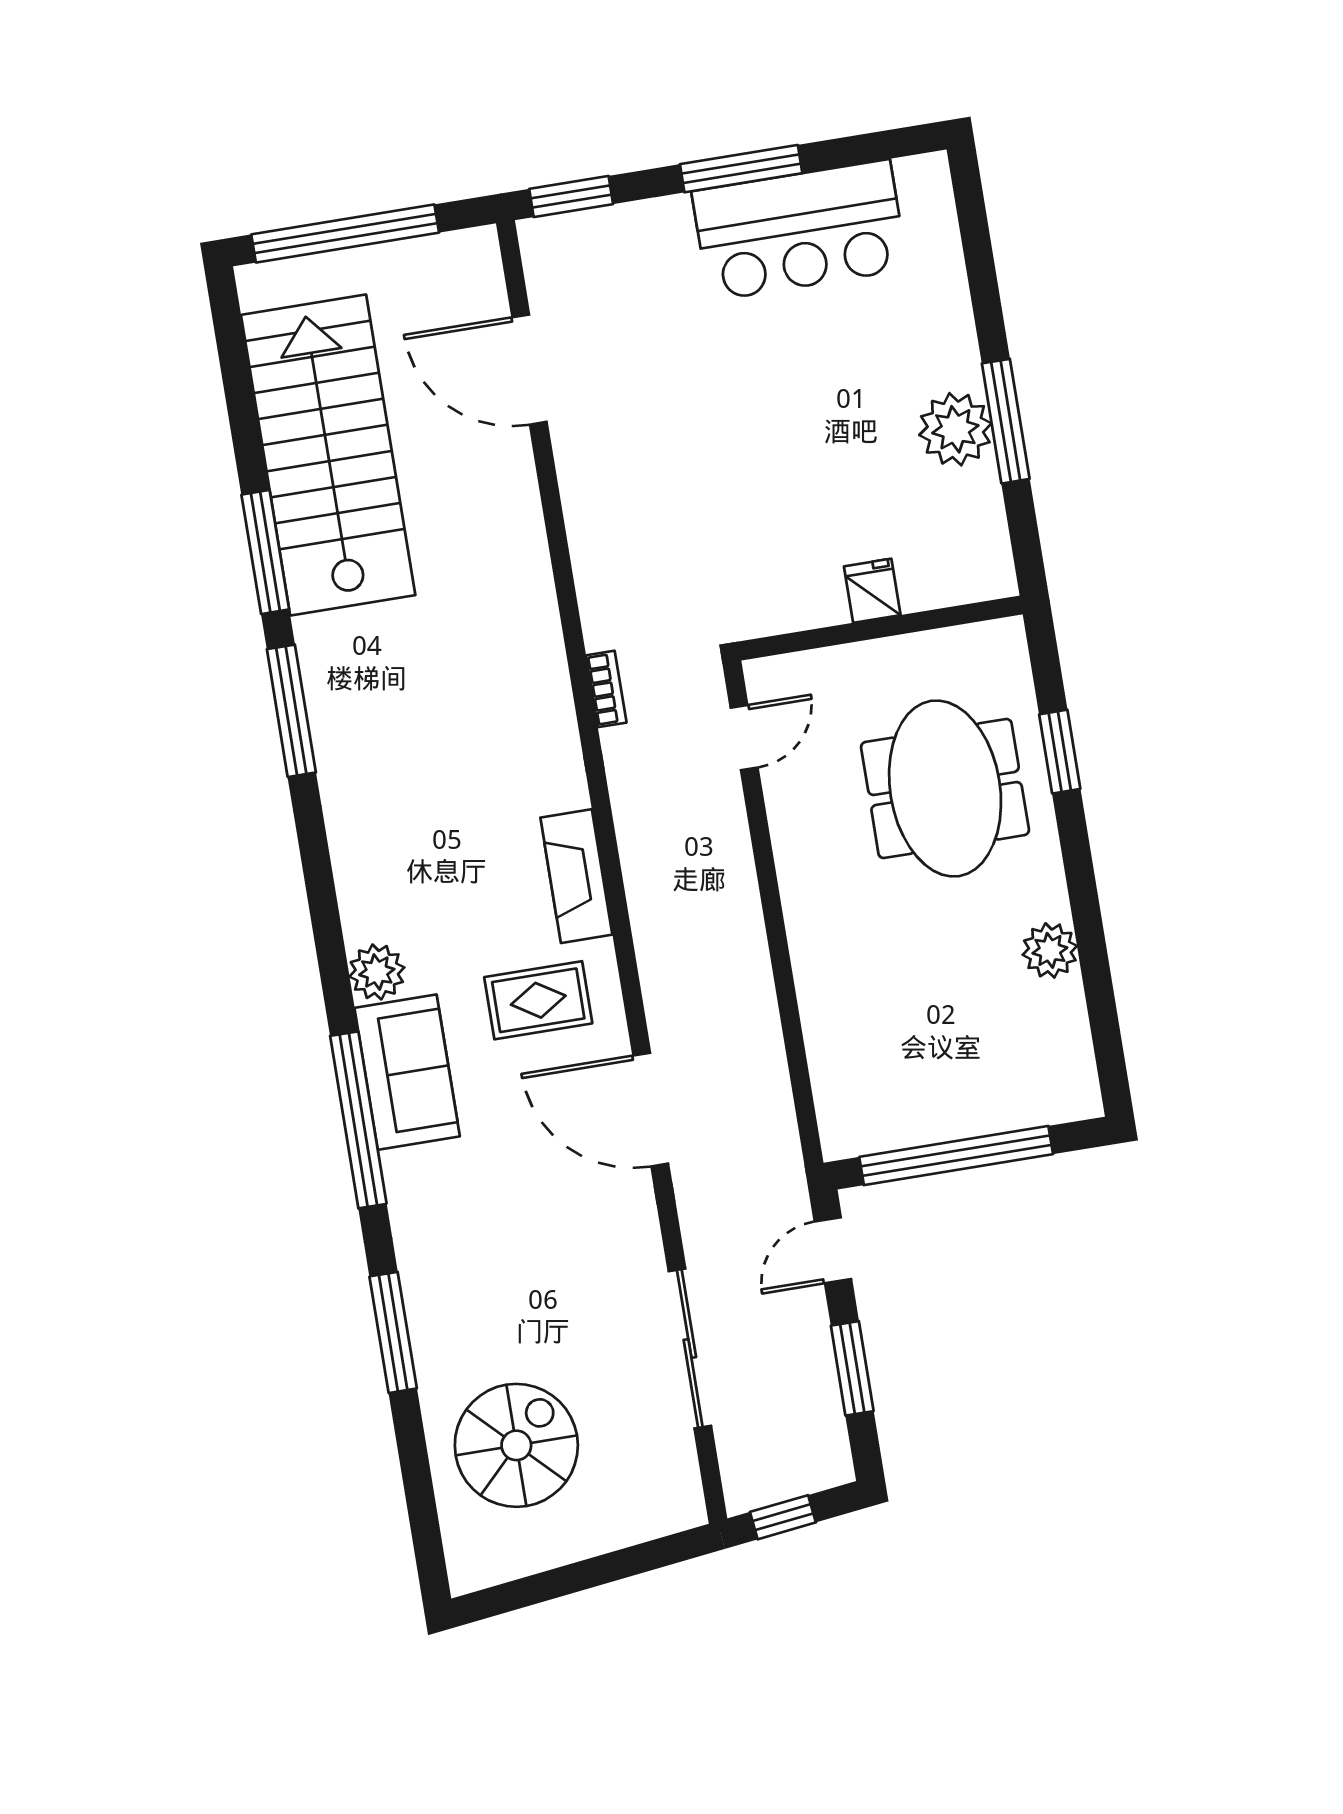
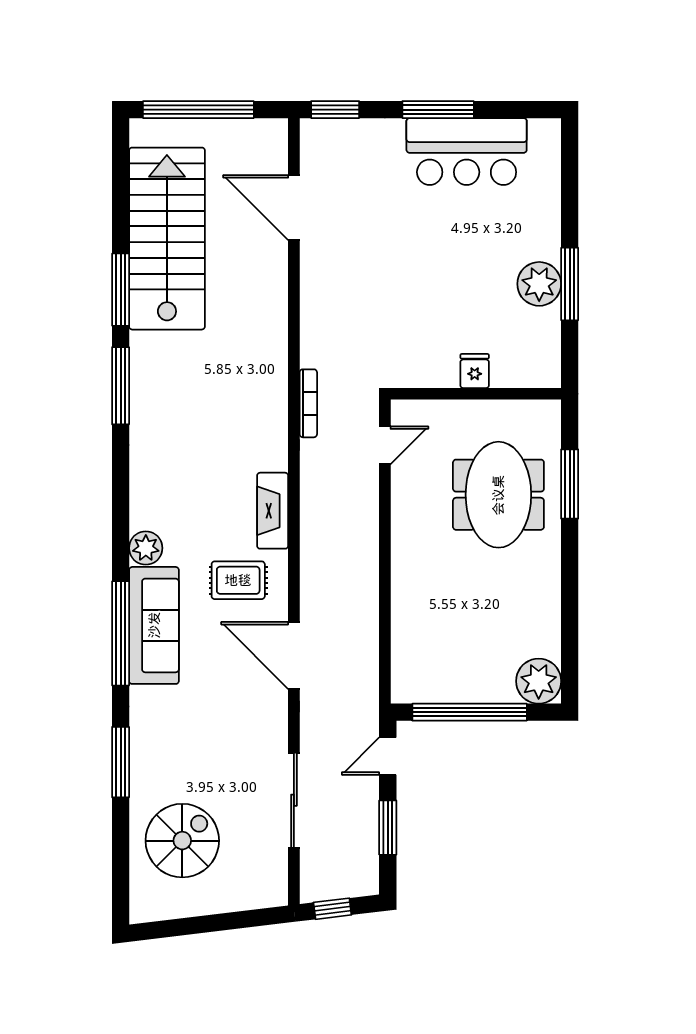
bookcase: (606, 689) -> (308, 403), width x1.56
window: (1060, 752) -> (570, 484), width x1.44
plant: (1050, 950) -> (539, 681), moved, width x1.36, depth x1.36
sofa: (407, 1072) -> (154, 625), width x1.36

